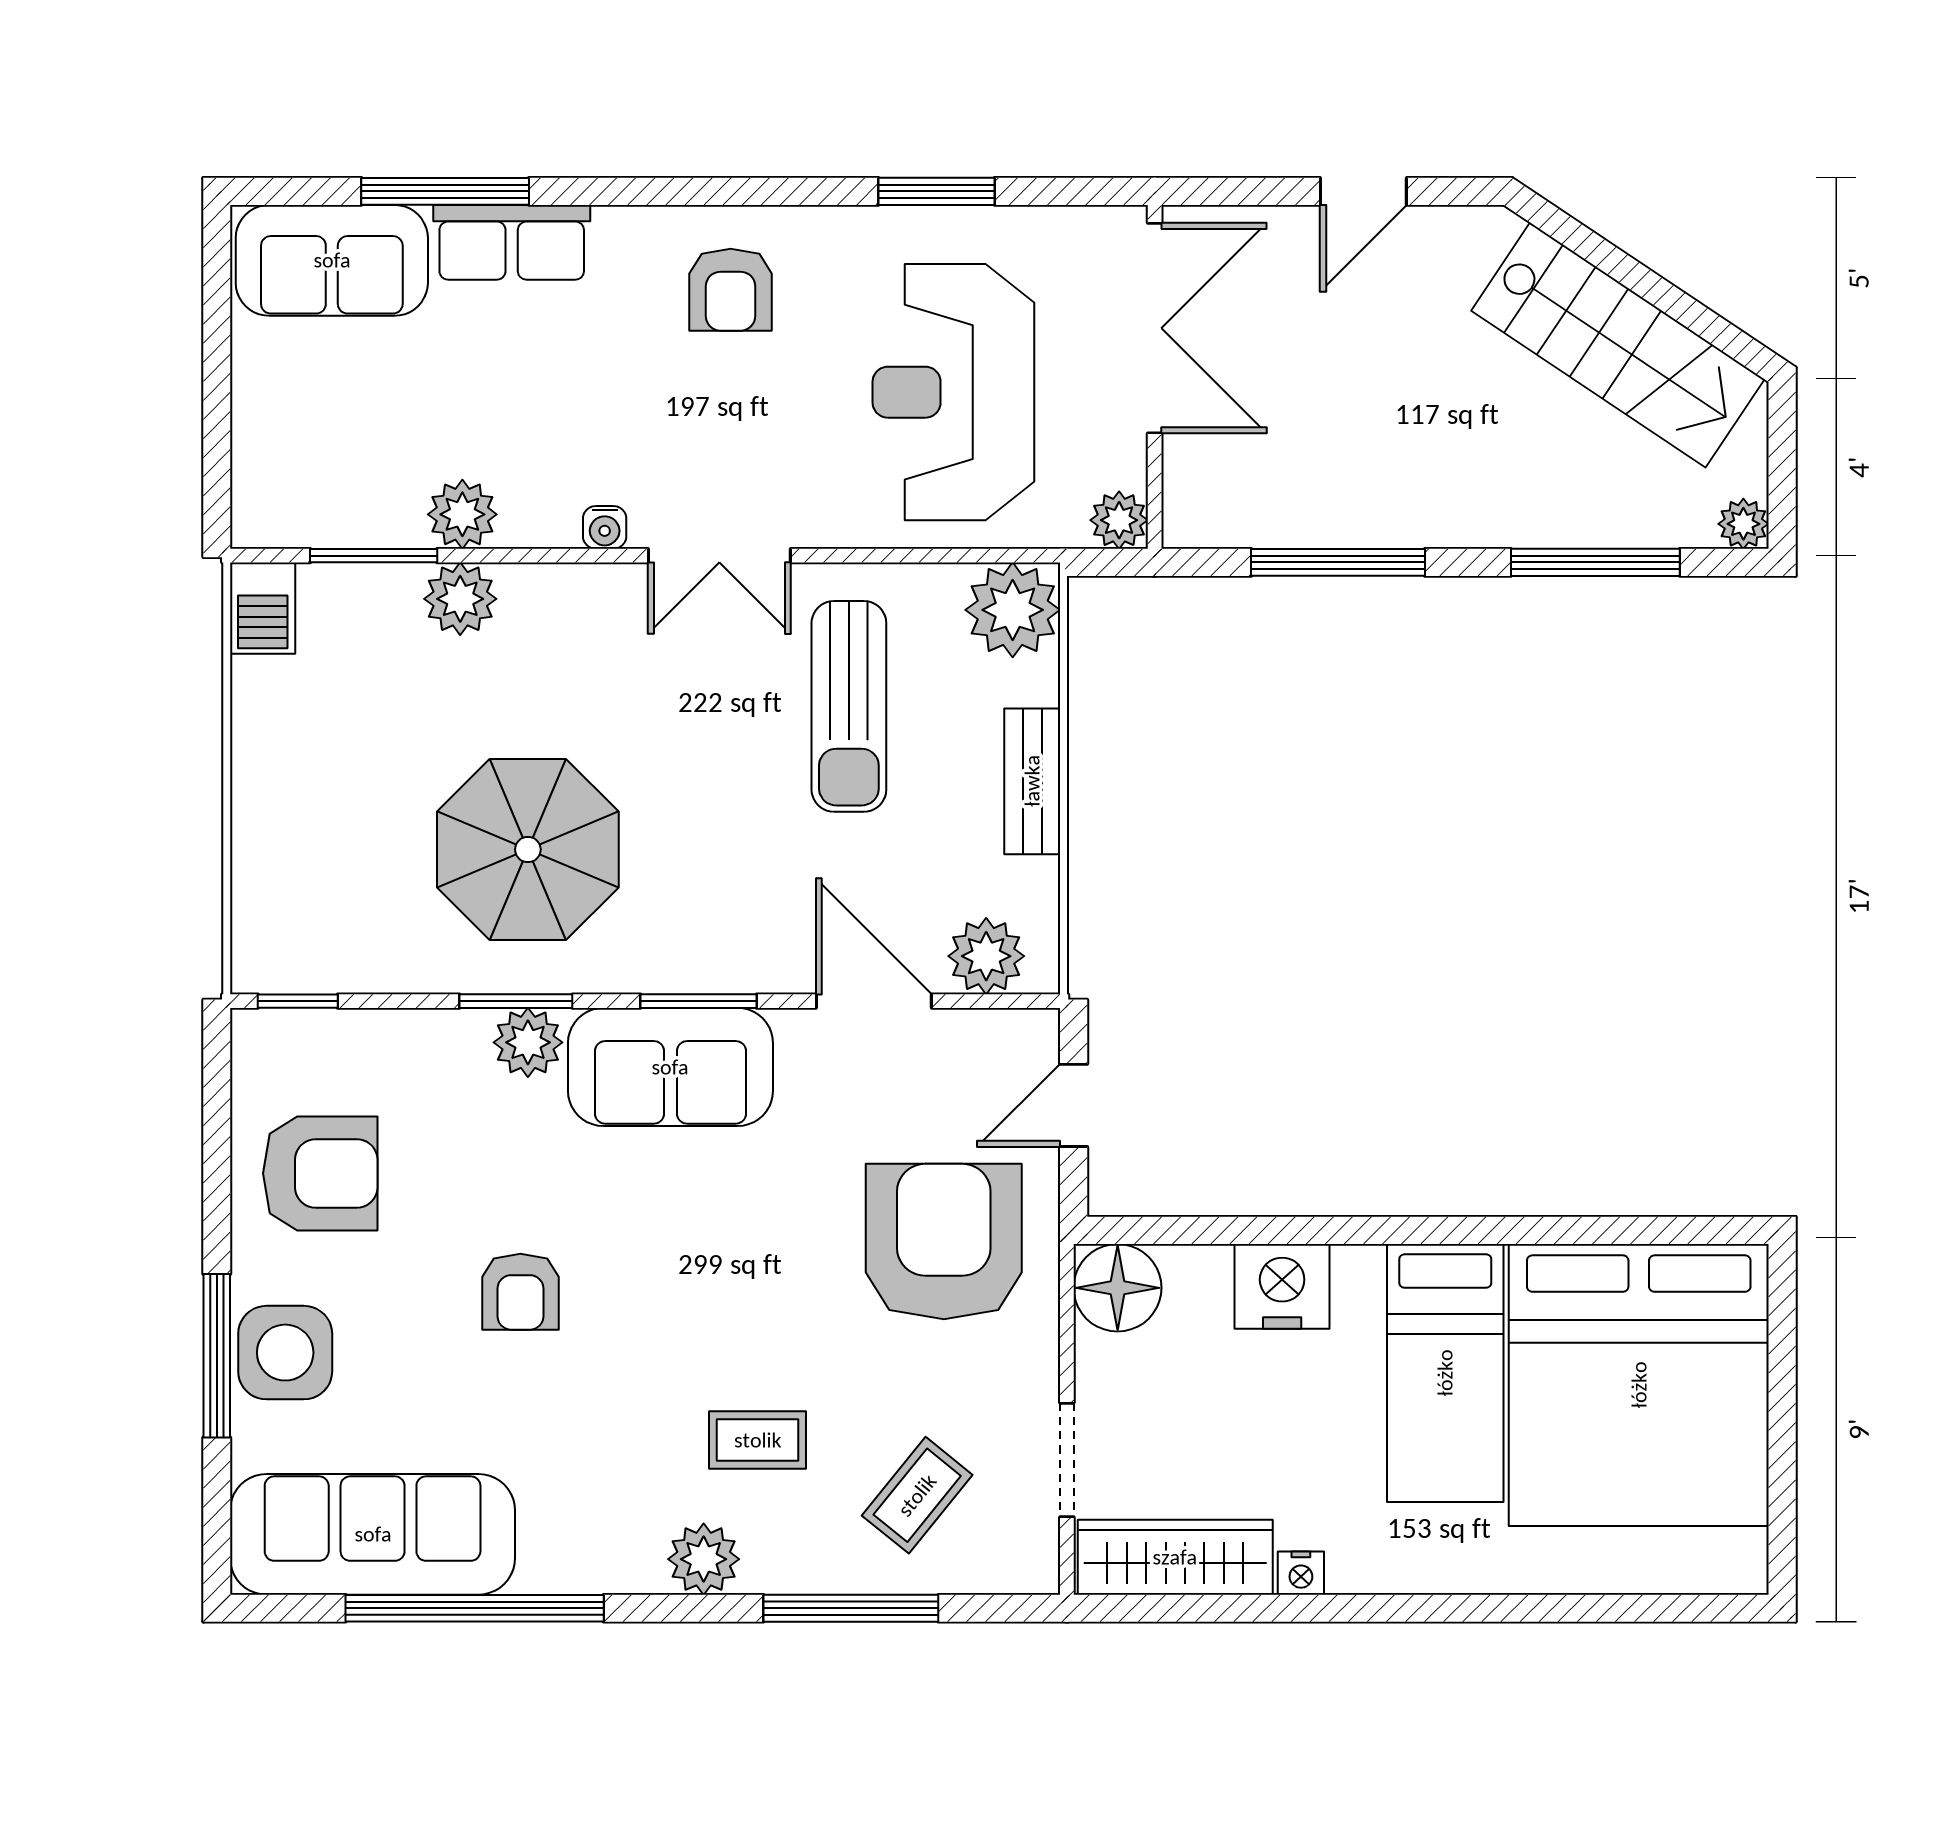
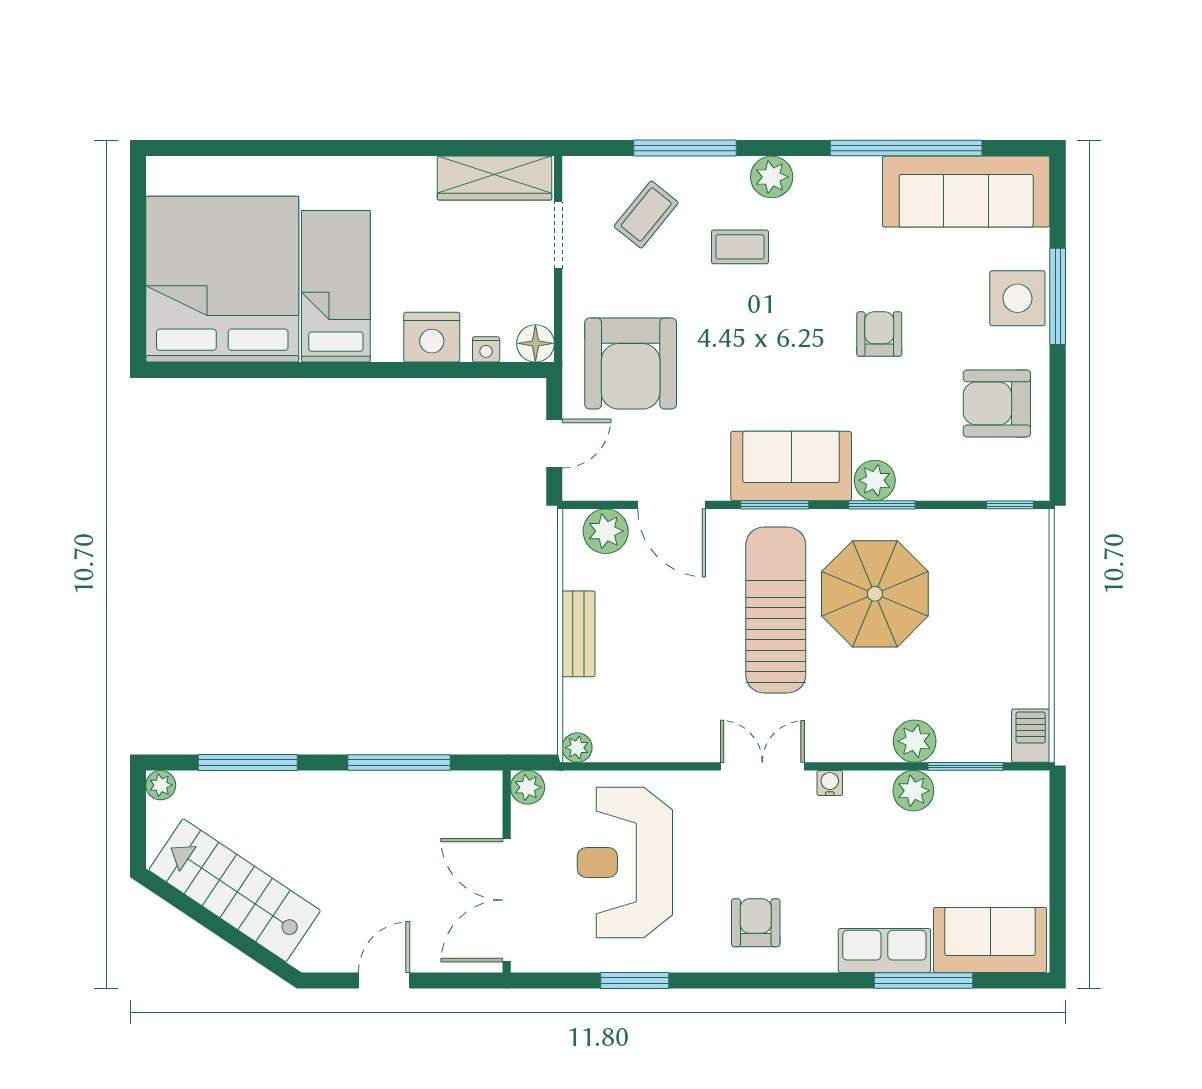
reception desk: (953, 392) -> (625, 862), turned 180
plant: (1013, 610) -> (577, 748), width x0.53, depth x0.53
sun lounger: (849, 706) -> (776, 610), moved, width x1.36, depth x1.34
floor lamp: (1118, 1288) -> (535, 343), width x0.73, depth x0.73
nightstand: (1301, 1573) -> (486, 349), moved, turned 180

